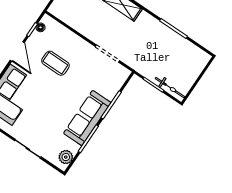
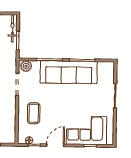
coffee table: (55, 63) -> (34, 113), moved
sofa: (87, 118) -> (69, 72), width x1.36, depth x1.27
plant: (66, 157) -> (26, 66), moved

